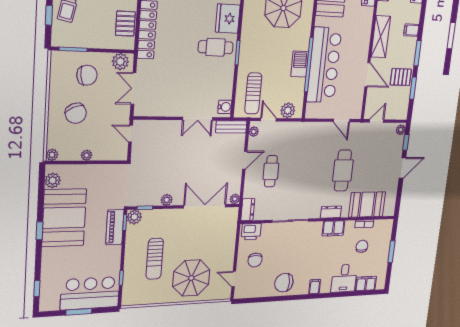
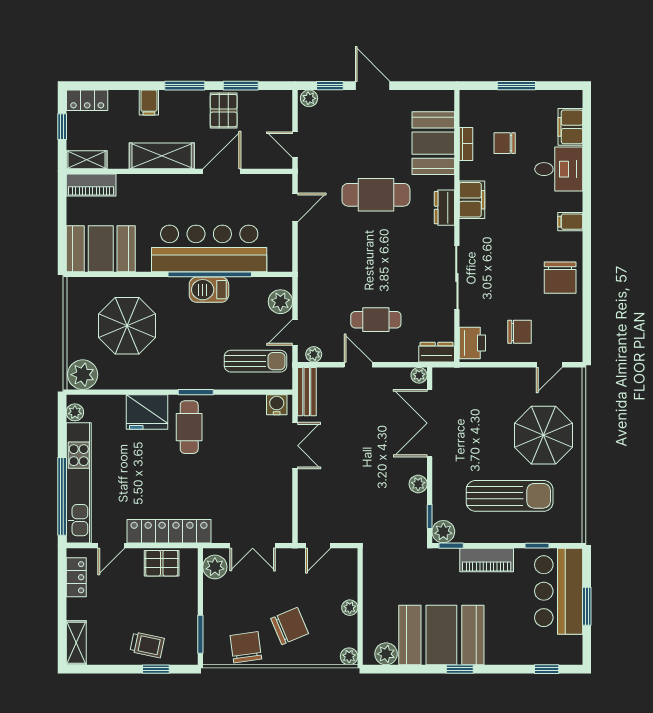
chair: (87, 75) -> (246, 647), moved
piano: (115, 227) -> (487, 560), moved
sun lounger: (155, 259) -> (510, 496), width x1.36, depth x1.34

